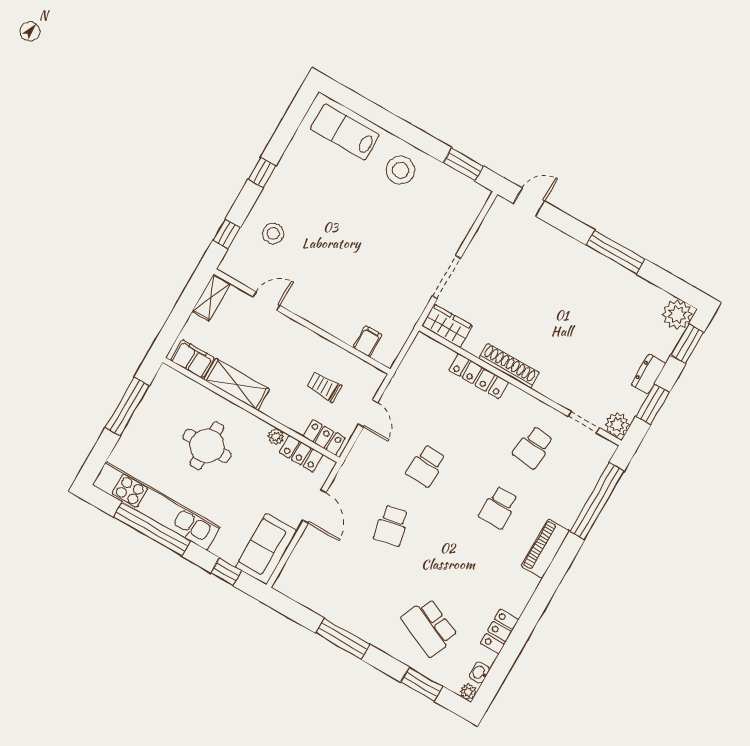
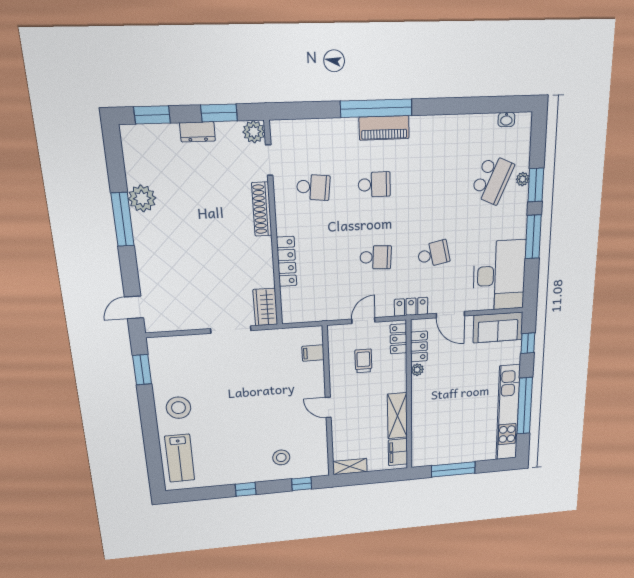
door: (529, 202) -> (134, 307), hinge flipped
door: (267, 301) -> (328, 407), moved
plant: (677, 314) -> (142, 198), moved
shoe rack: (509, 366) -> (262, 209), moved
trolley: (324, 387) -> (363, 361), turned 180
round table: (207, 446) -> (450, 408), removed
window: (597, 501) -> (376, 108), moved
door: (315, 506) -> (450, 315), swing flipped
desk: (324, 581) -> (499, 276), added
locker: (500, 632) -> (411, 307), moved, turned 180
window: (422, 684) -> (536, 185), moved
plant: (468, 692) -> (523, 179), moved

